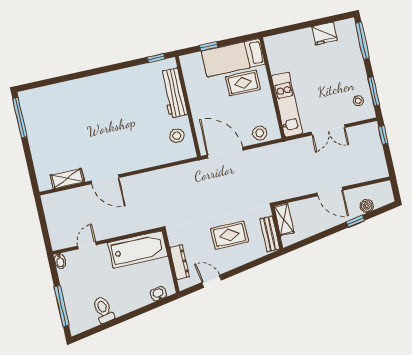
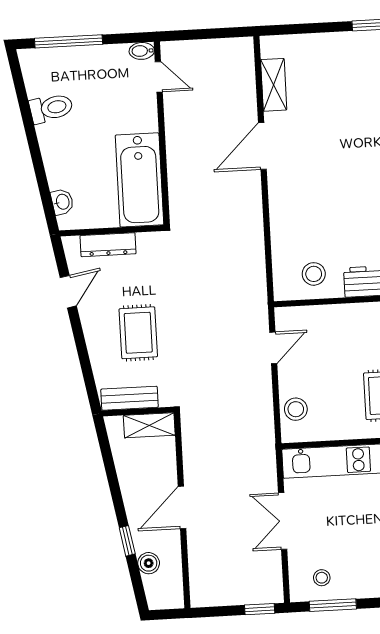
door: (225, 153) -> (273, 348), width x0.53
door: (87, 245) -> (159, 77), moved

